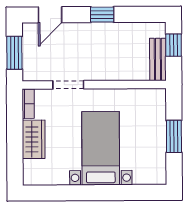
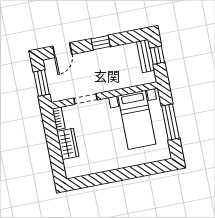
bench: (158, 59) -> (146, 56), moved
window: (174, 136) -> (170, 122), width x1.44
bed with nightstands: (101, 148) -> (137, 120), moved, turned 180

